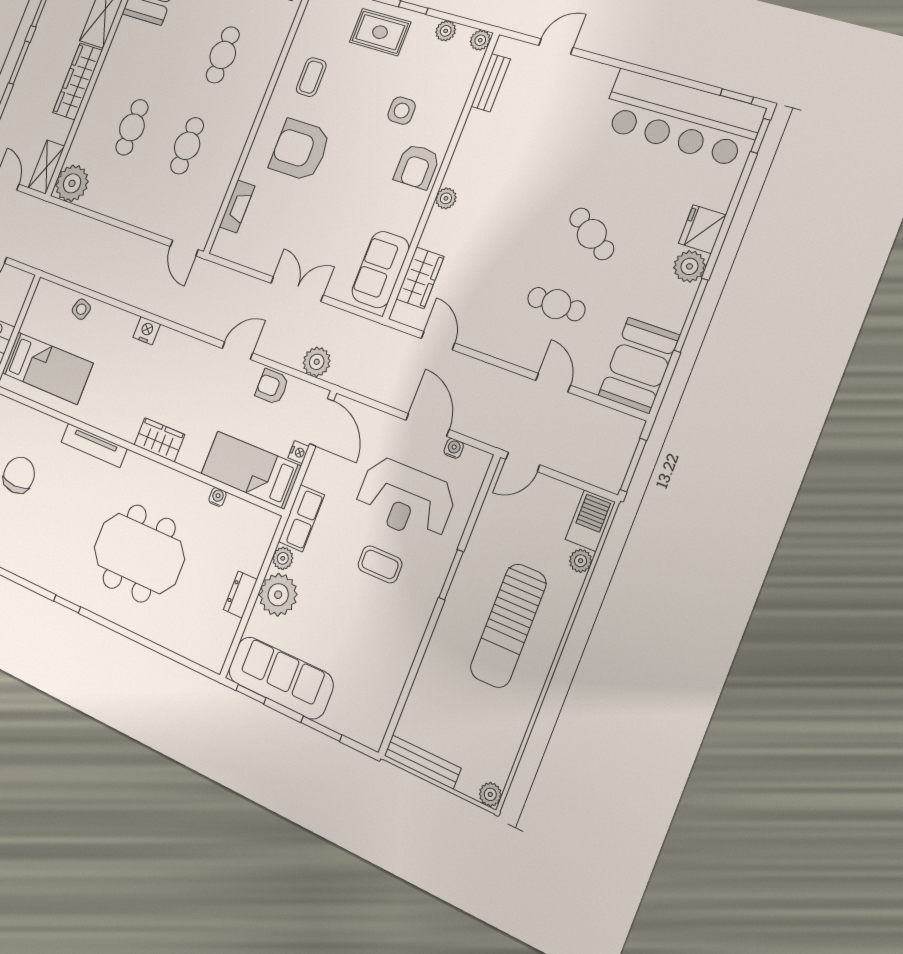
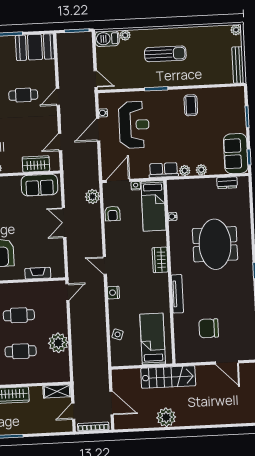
plant: (72, 183) -> (58, 343), moved
cafe table: (556, 304) -> (23, 95), turned 90
door: (237, 351) -> (105, 265), moved
door: (553, 383) -> (58, 97), moved
coffee table: (380, 564) -> (191, 105), moved
dresser: (240, 595) -> (227, 183), moved
plant: (278, 595) -> (201, 170), width x0.53, depth x0.53
sun lounger: (508, 626) -> (165, 54), width x0.73, depth x0.75
sofa: (281, 678) -> (236, 154), width x0.73

